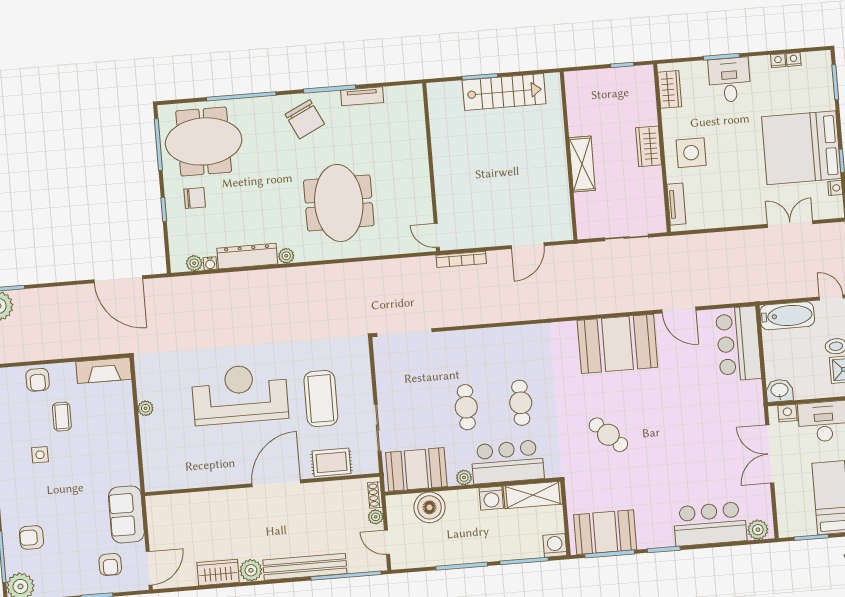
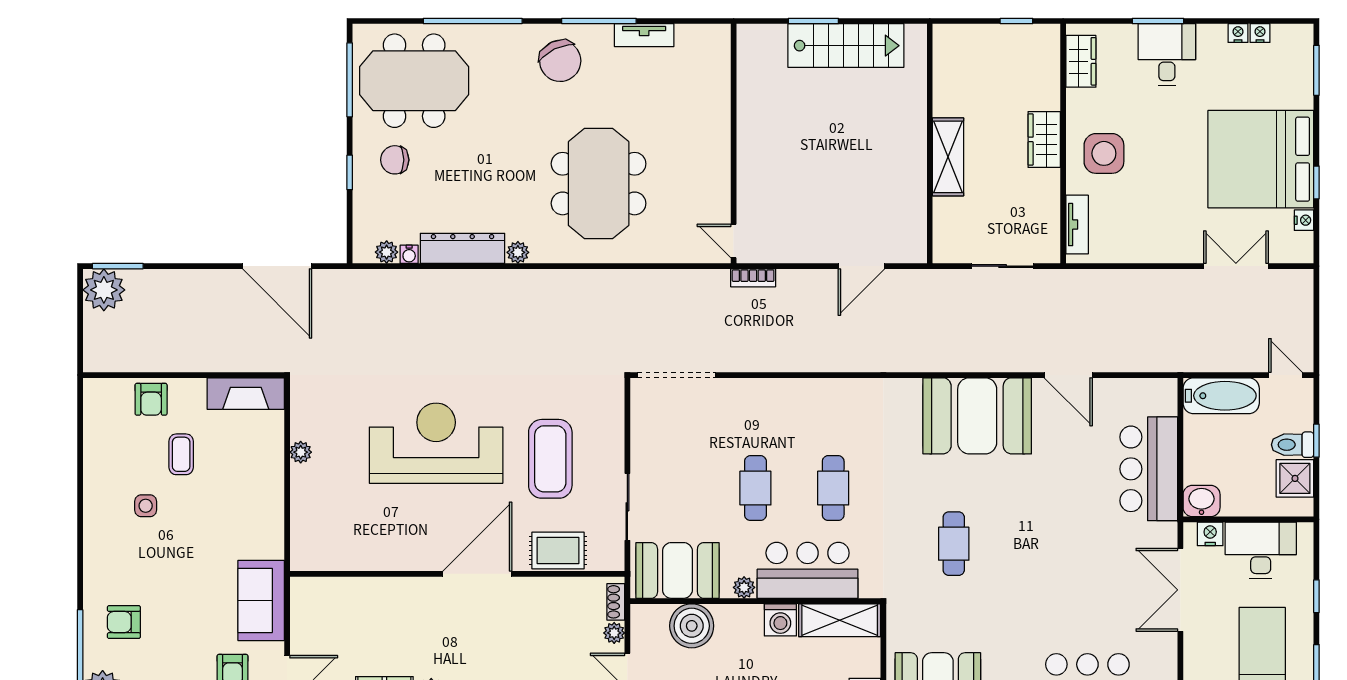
chair: (195, 198) -> (395, 160), turned 180
bookcase: (461, 259) -> (753, 278), width x0.64
bar counter: (738, 344) -> (1149, 469), moved
cafe table: (608, 435) -> (954, 544), turned 46

